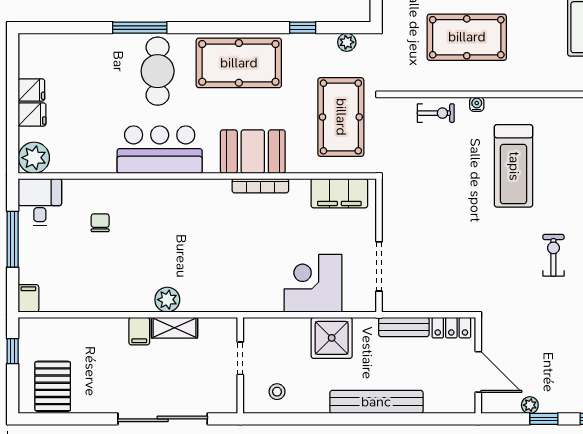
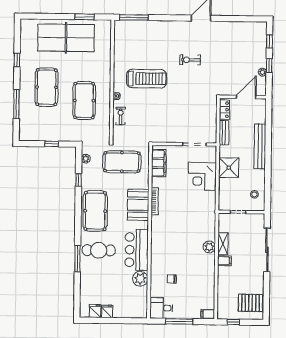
fridge: (32, 114) -> (95, 311), moved
plant: (34, 158) -> (140, 279), moved

